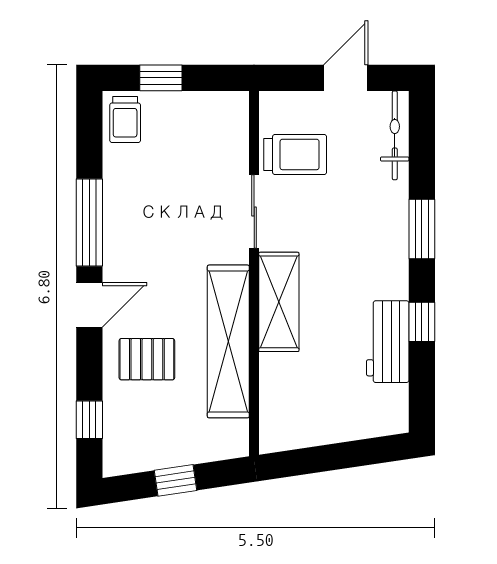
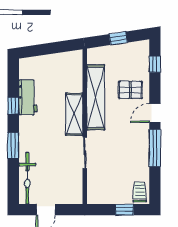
bicycle: (395, 135) -> (27, 178), width x1.37, depth x1.40
trolley: (295, 154) -> (67, 177), removed

